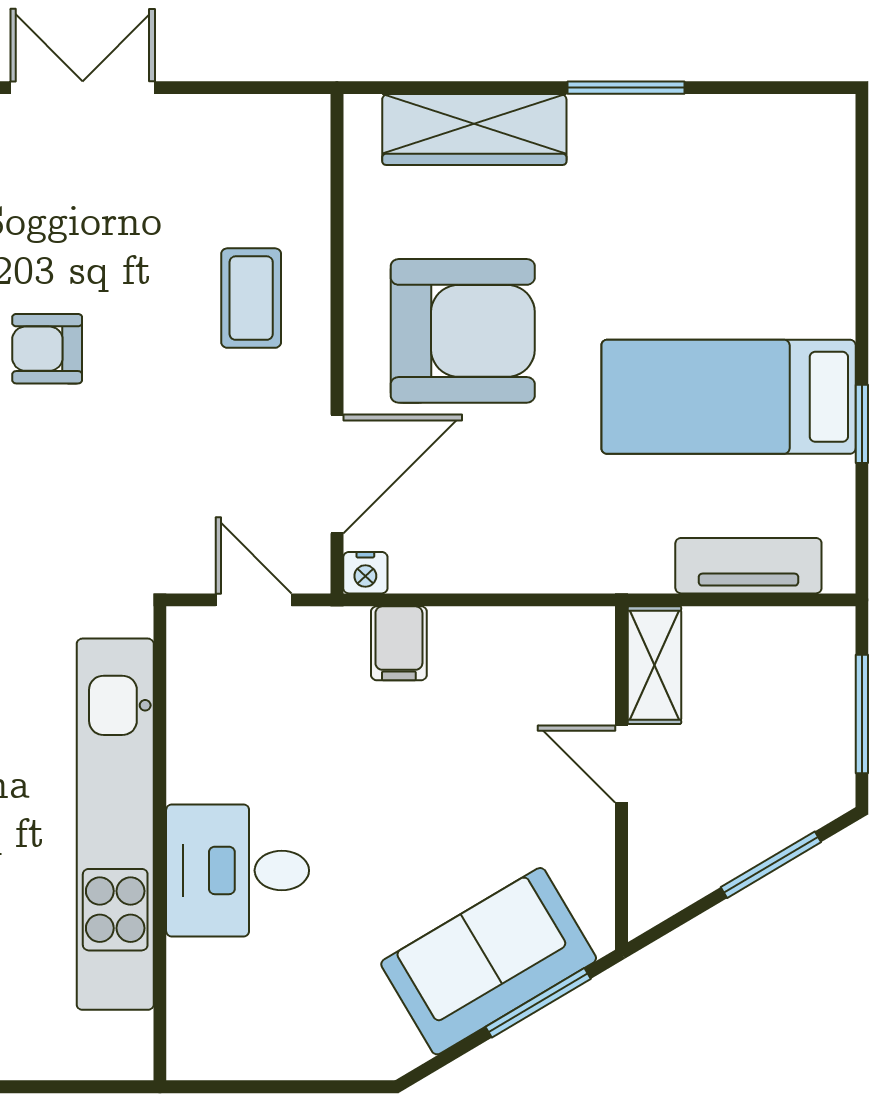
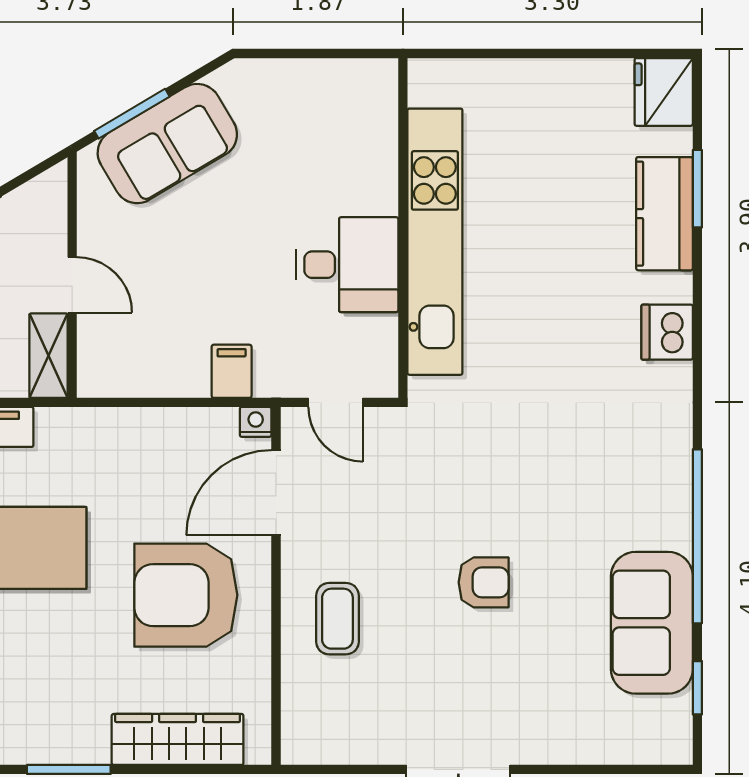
desk: (238, 870) -> (347, 265), moved

